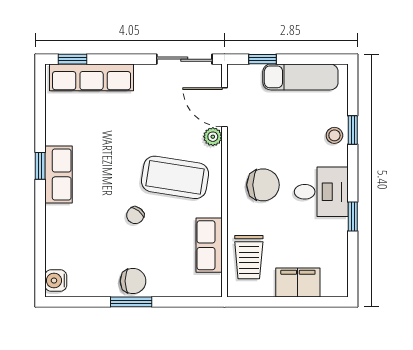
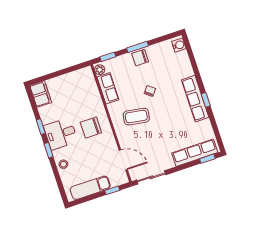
window: (353, 130) -> (49, 150), moved
plant: (213, 137) -> (100, 70), moved
row of seats: (58, 174) -> (195, 99), width x1.48
coffee table: (175, 177) -> (136, 117), width x0.73, depth x0.76
trolley: (249, 257) -> (86, 89), removed
filing cabinet: (298, 283) -> (41, 94), moved, turned -90
window: (191, 302) -> (108, 57), added

